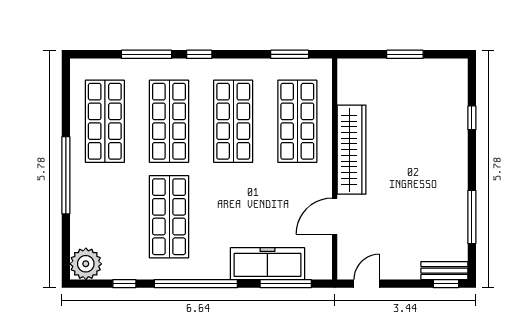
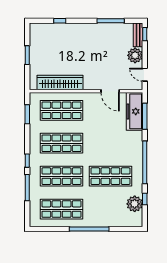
wardrobe: (352, 150) -> (60, 82), moved
plant: (86, 264) -> (135, 204), moved
freezer: (267, 264) -> (135, 111), moved
plant: (404, 265) -> (135, 55), added

